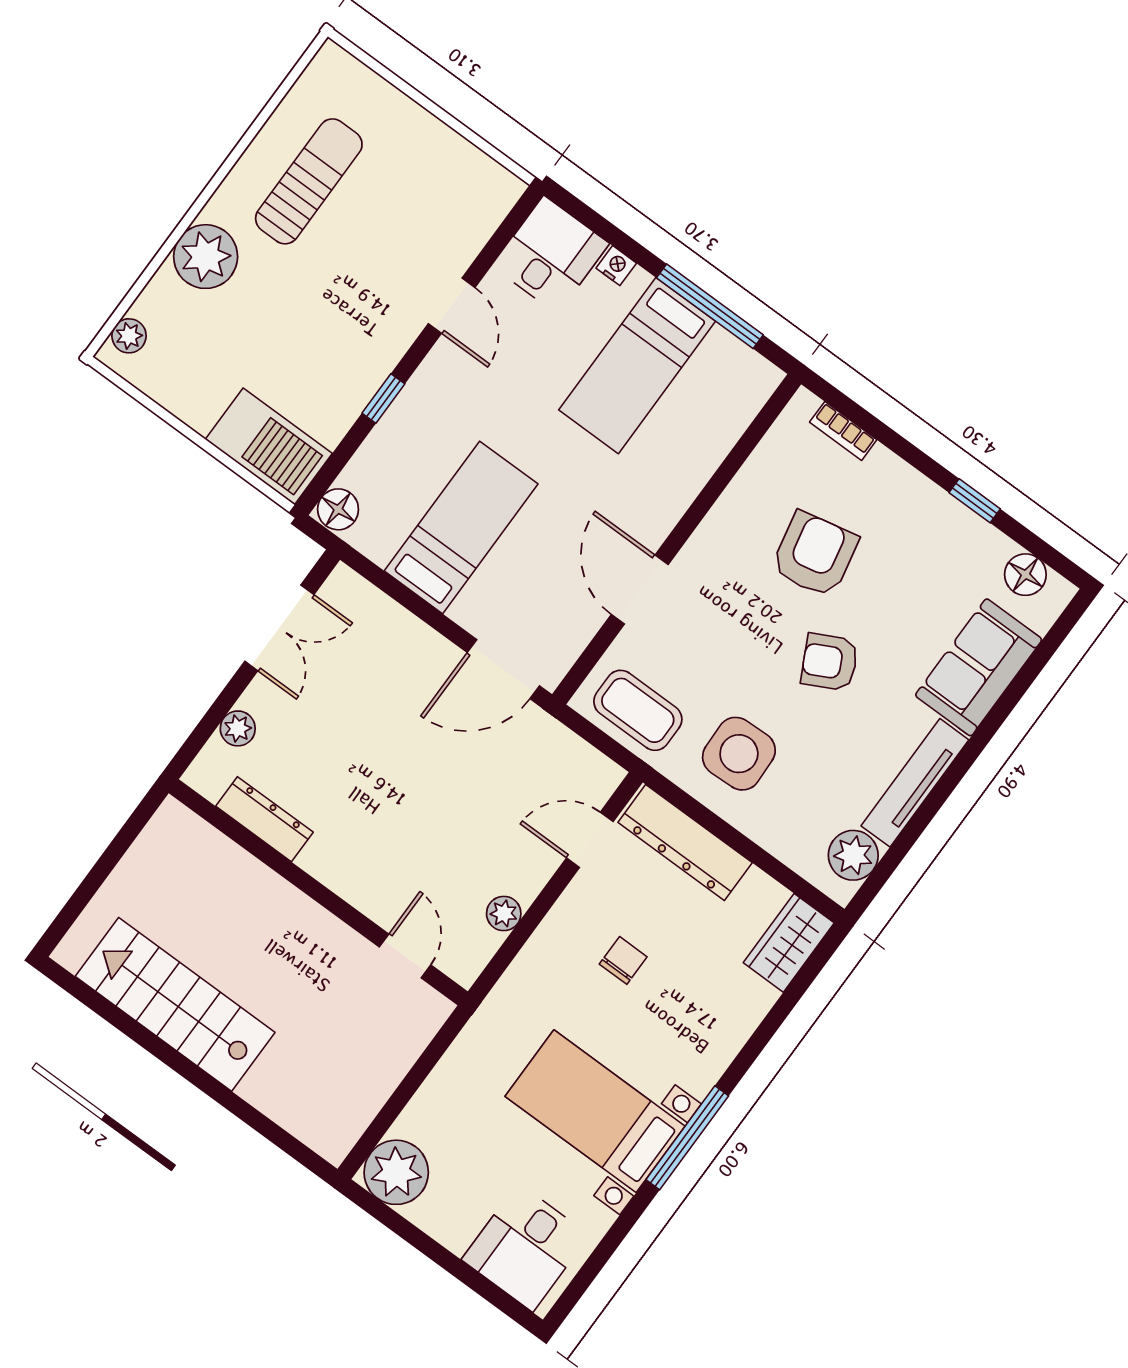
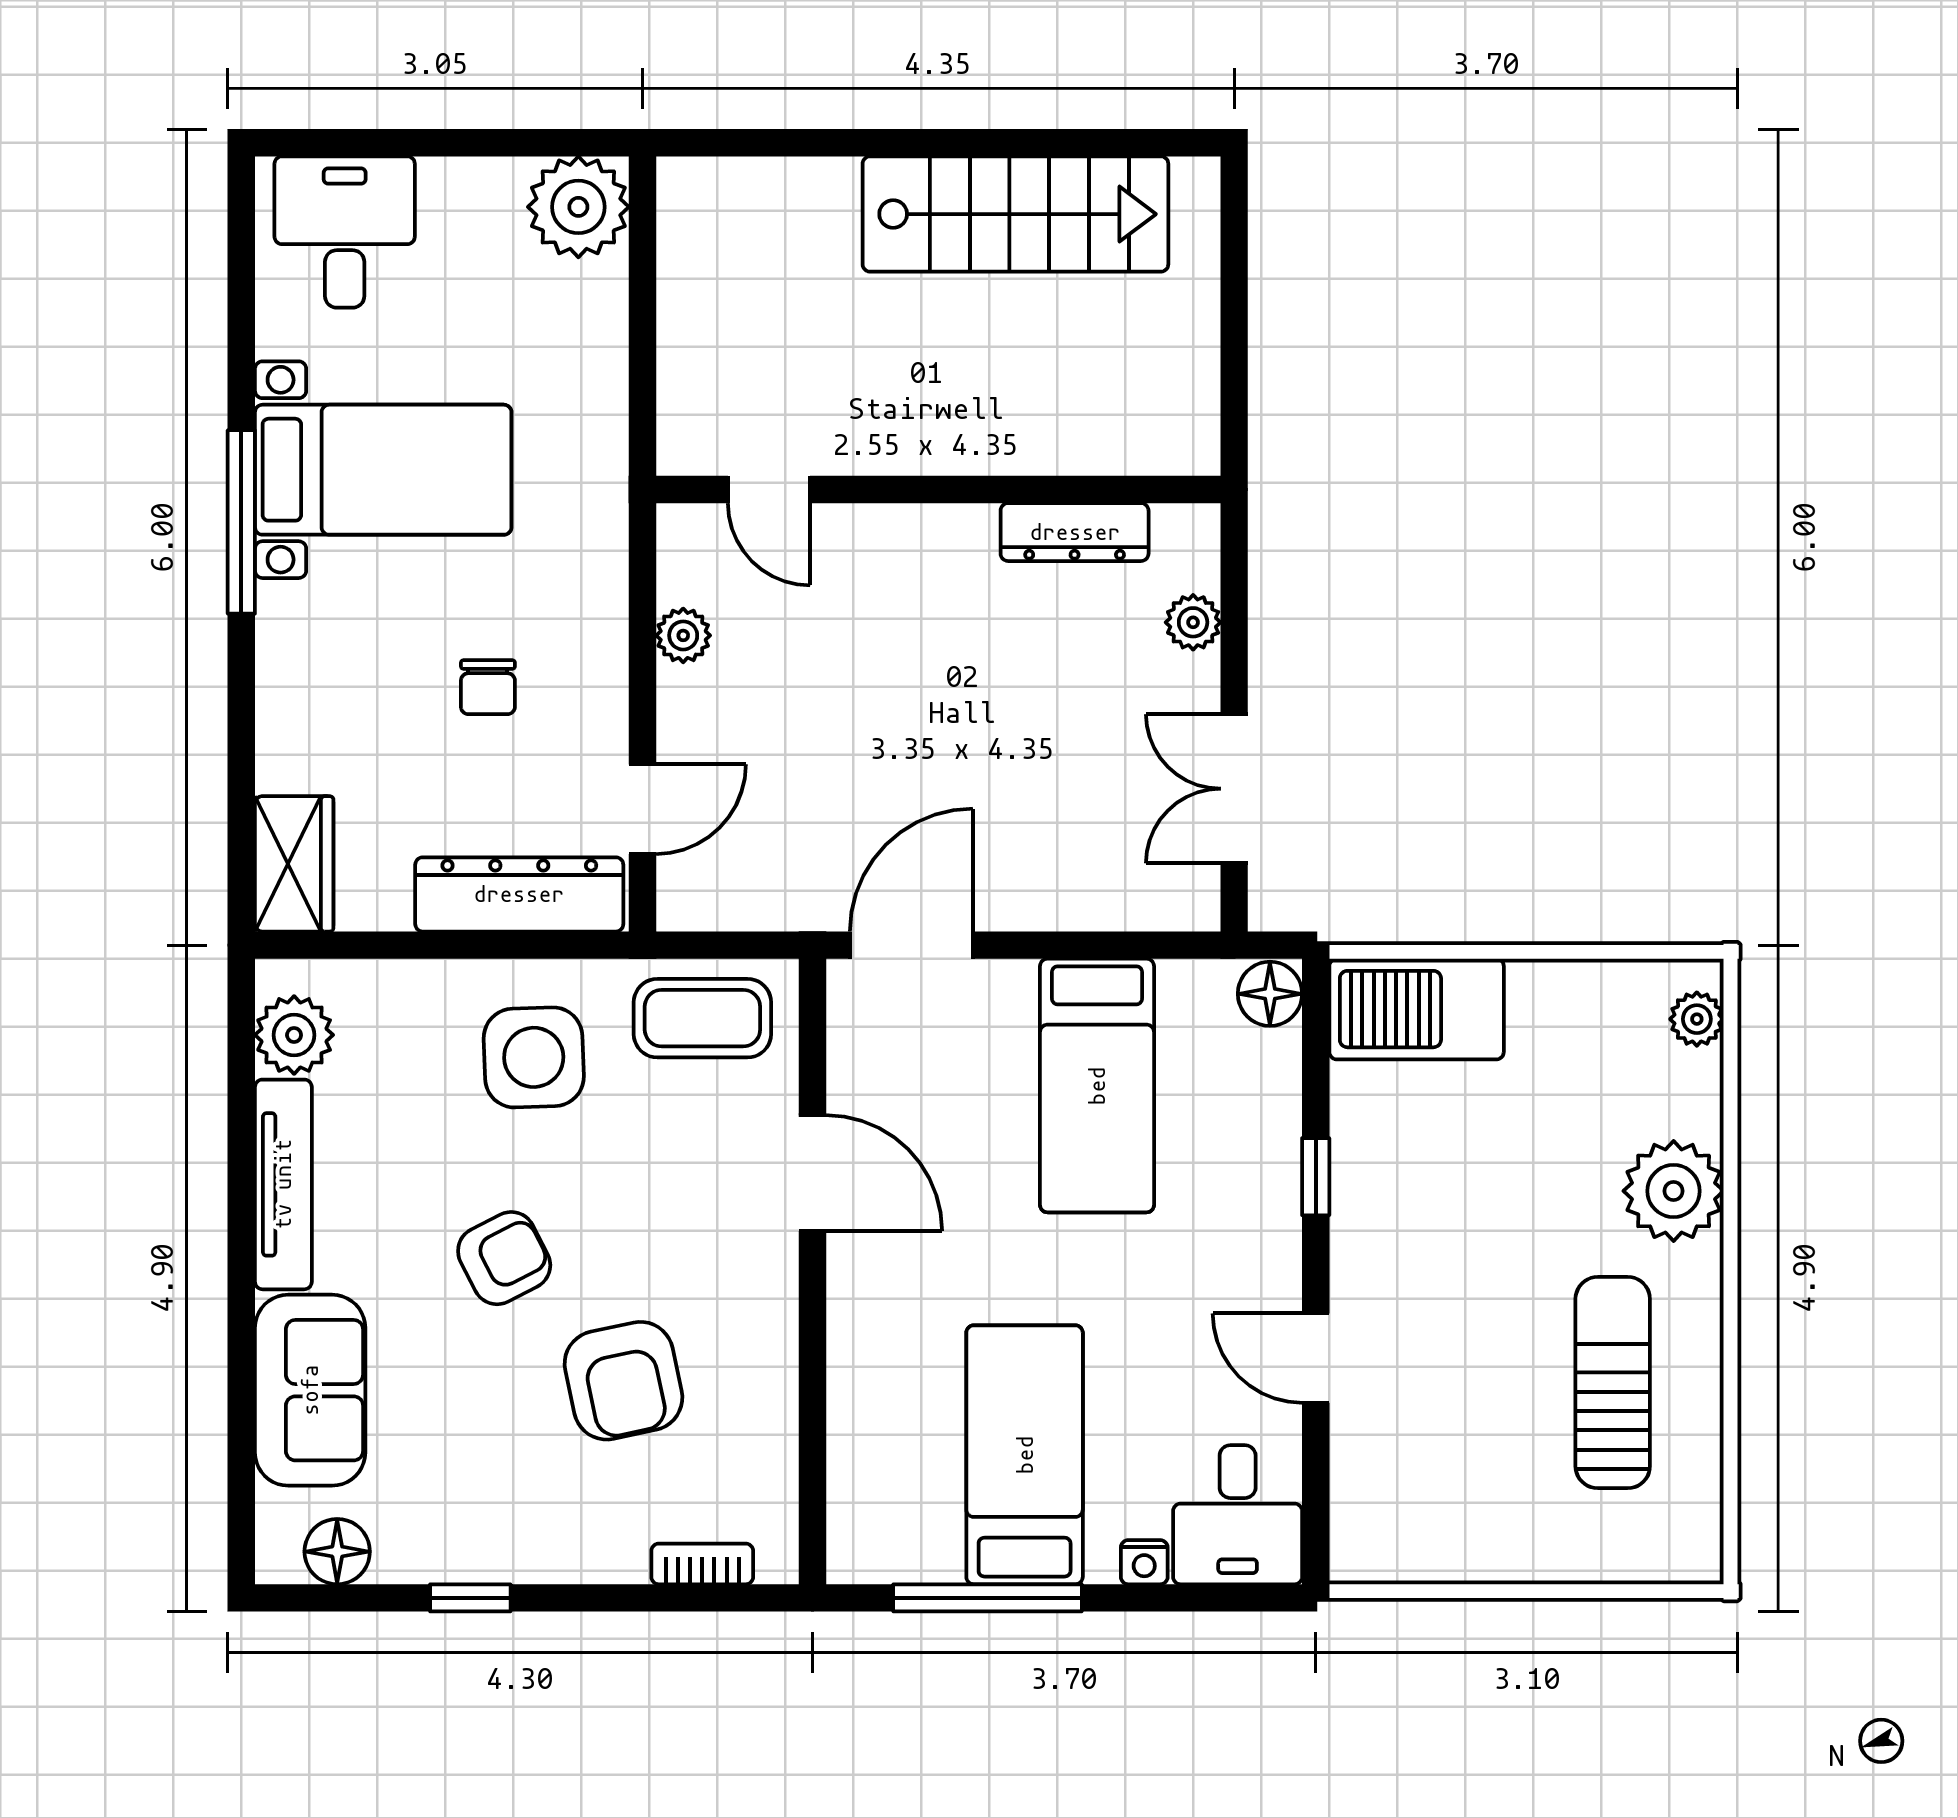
sun lounger: (309, 181) -> (1613, 1383), turned 180

